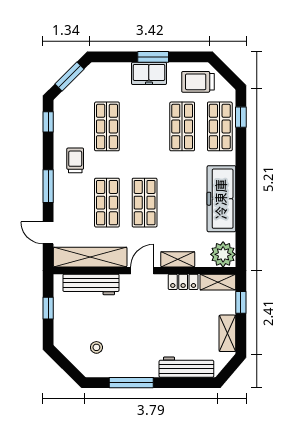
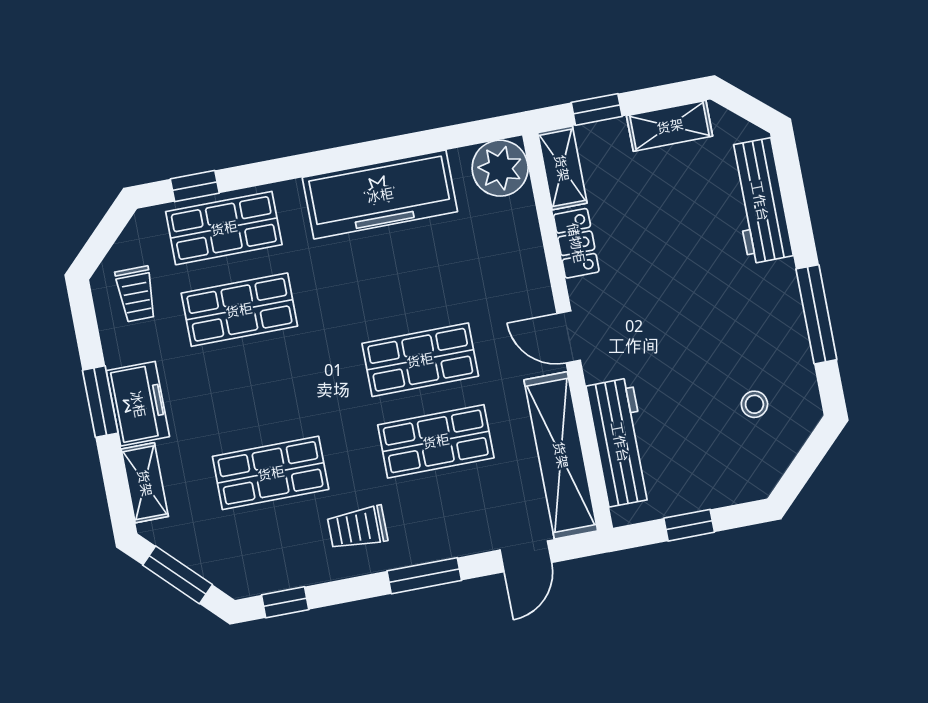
trolley: (198, 82) -> (136, 294), width x0.73, depth x0.72
shelving: (178, 259) -> (145, 483), moved

